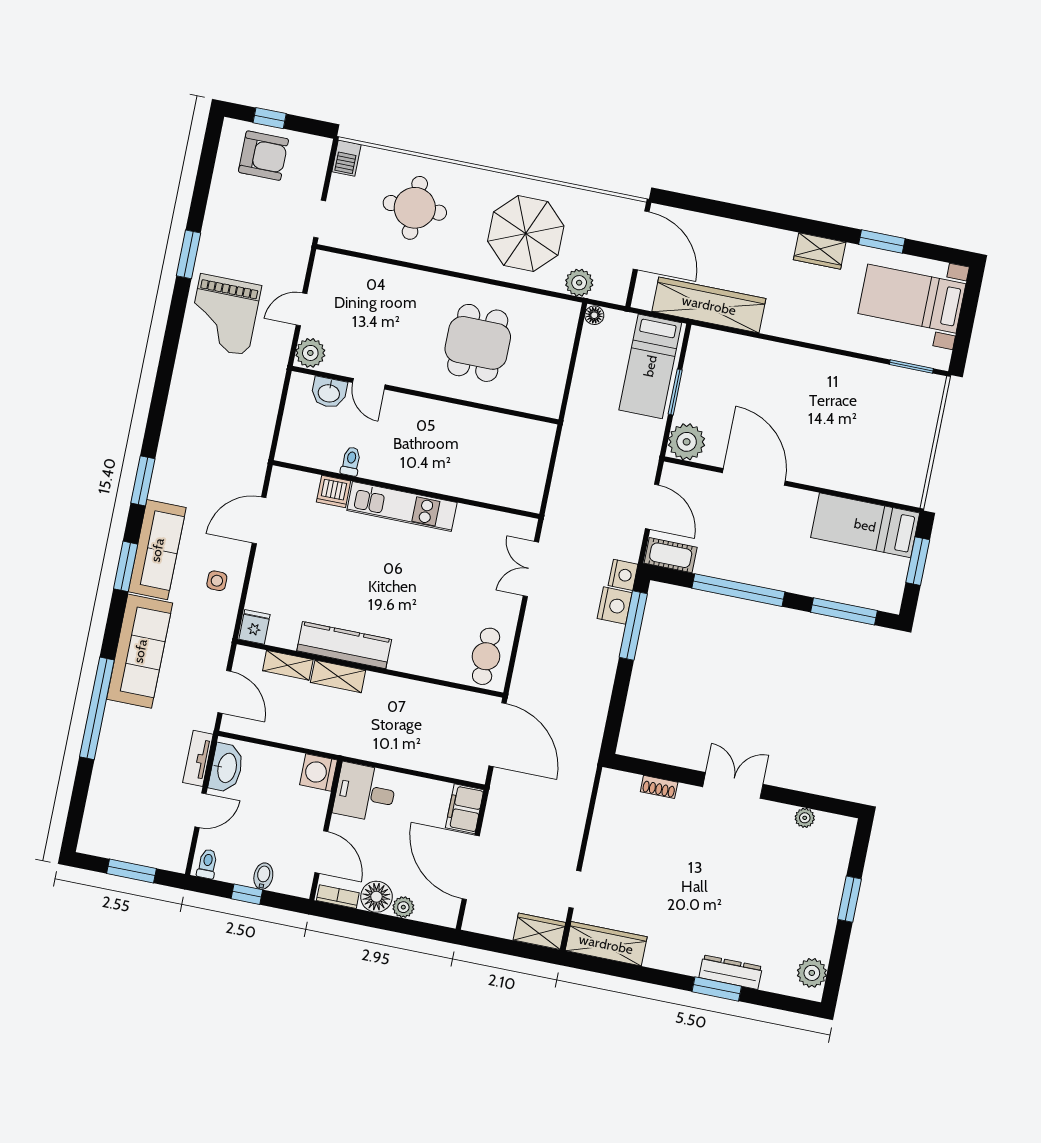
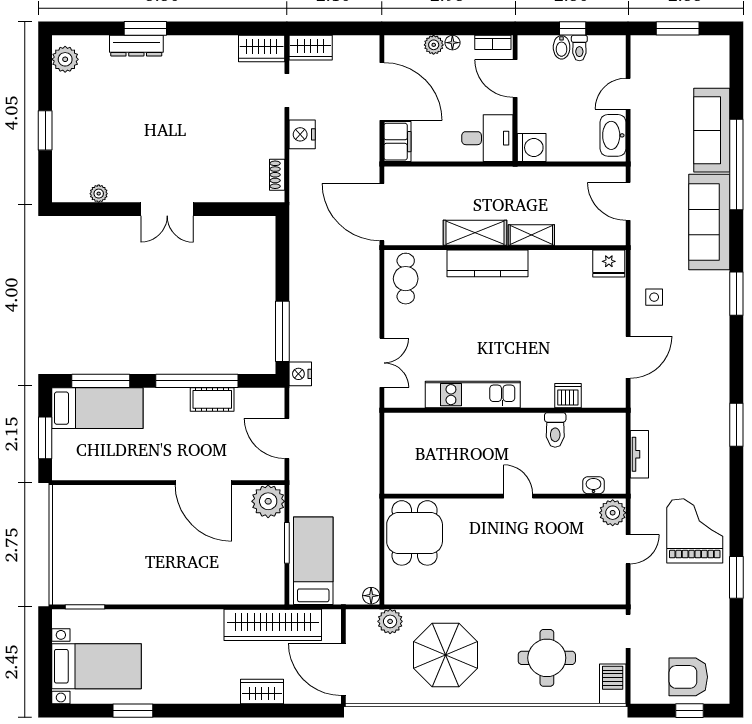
barbecue: (346, 158) -> (613, 684), width x1.38, depth x1.27
wardrobe: (820, 251) -> (262, 692), moved
dining table: (478, 343) -> (415, 533), moved
door: (369, 384) -> (518, 496), moved
washbasin: (329, 393) -> (593, 485), width x0.72, depth x0.69
toilet: (351, 461) -> (555, 430), width x1.37, depth x1.39
window: (143, 481) -> (736, 425), moved
kitchen unit: (402, 507) -> (473, 395), moved
bed: (865, 525) -> (97, 408), moved
sofa: (157, 550) -> (712, 130), moved
cot: (671, 555) -> (212, 399), moved
nightstand: (615, 606) -> (302, 134), moved
fridge: (254, 627) -> (609, 263), width x1.38
kitchen counter: (344, 645) -> (488, 263), moved
shelving: (288, 665) -> (475, 233), moved, width x1.50, depth x1.33
tv unit: (198, 758) -> (639, 454), moved
shoe rack: (659, 787) -> (277, 175), moved, turned -90
toilet: (207, 864) -> (579, 48), moved
floor lamp: (376, 897) -> (452, 43), width x0.53, depth x0.53
wardrobe: (606, 944) -> (262, 49), width x0.67

